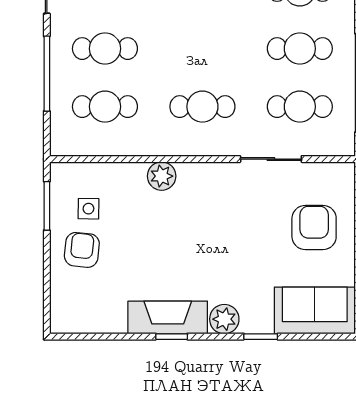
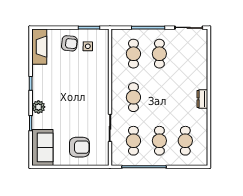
plant: (162, 176) -> (102, 79), removed
fireplace: (168, 317) -> (39, 47), moved

